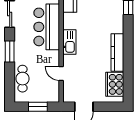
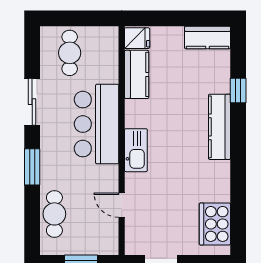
kitchen counter: (117, 52) -> (219, 127), moved

